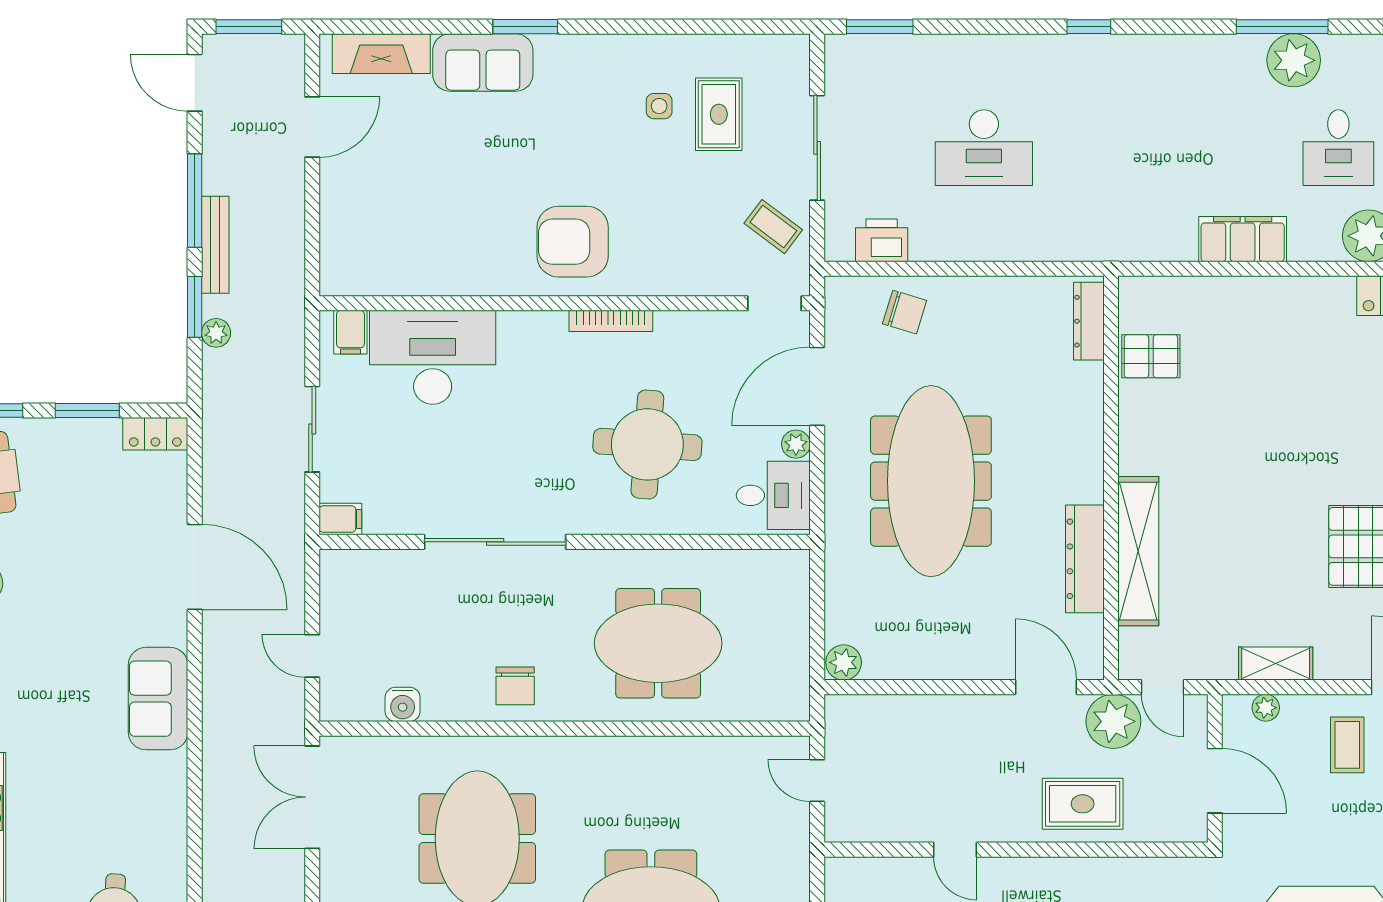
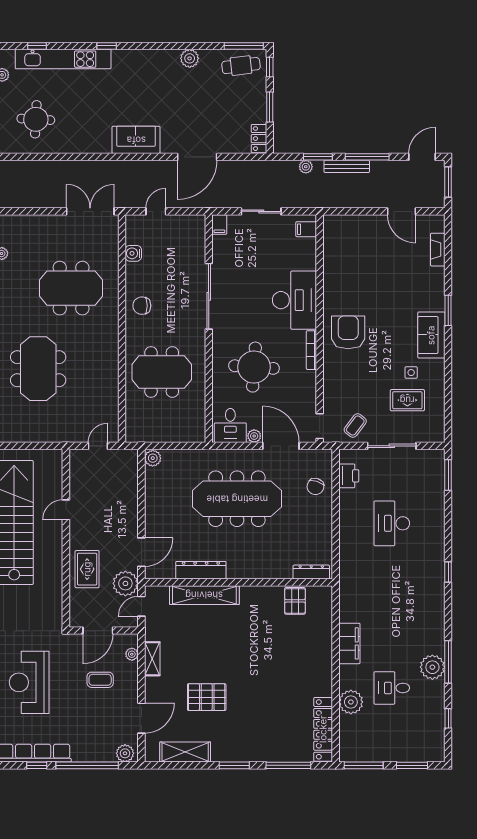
fireplace: (381, 54) -> (438, 250), width x0.73, depth x0.76
sofa: (483, 63) -> (431, 335), moved
desk: (433, 357) -> (294, 300), moved
meeting table: (658, 643) -> (162, 372), turned 90
coffee table: (1347, 745) -> (100, 680), moved

